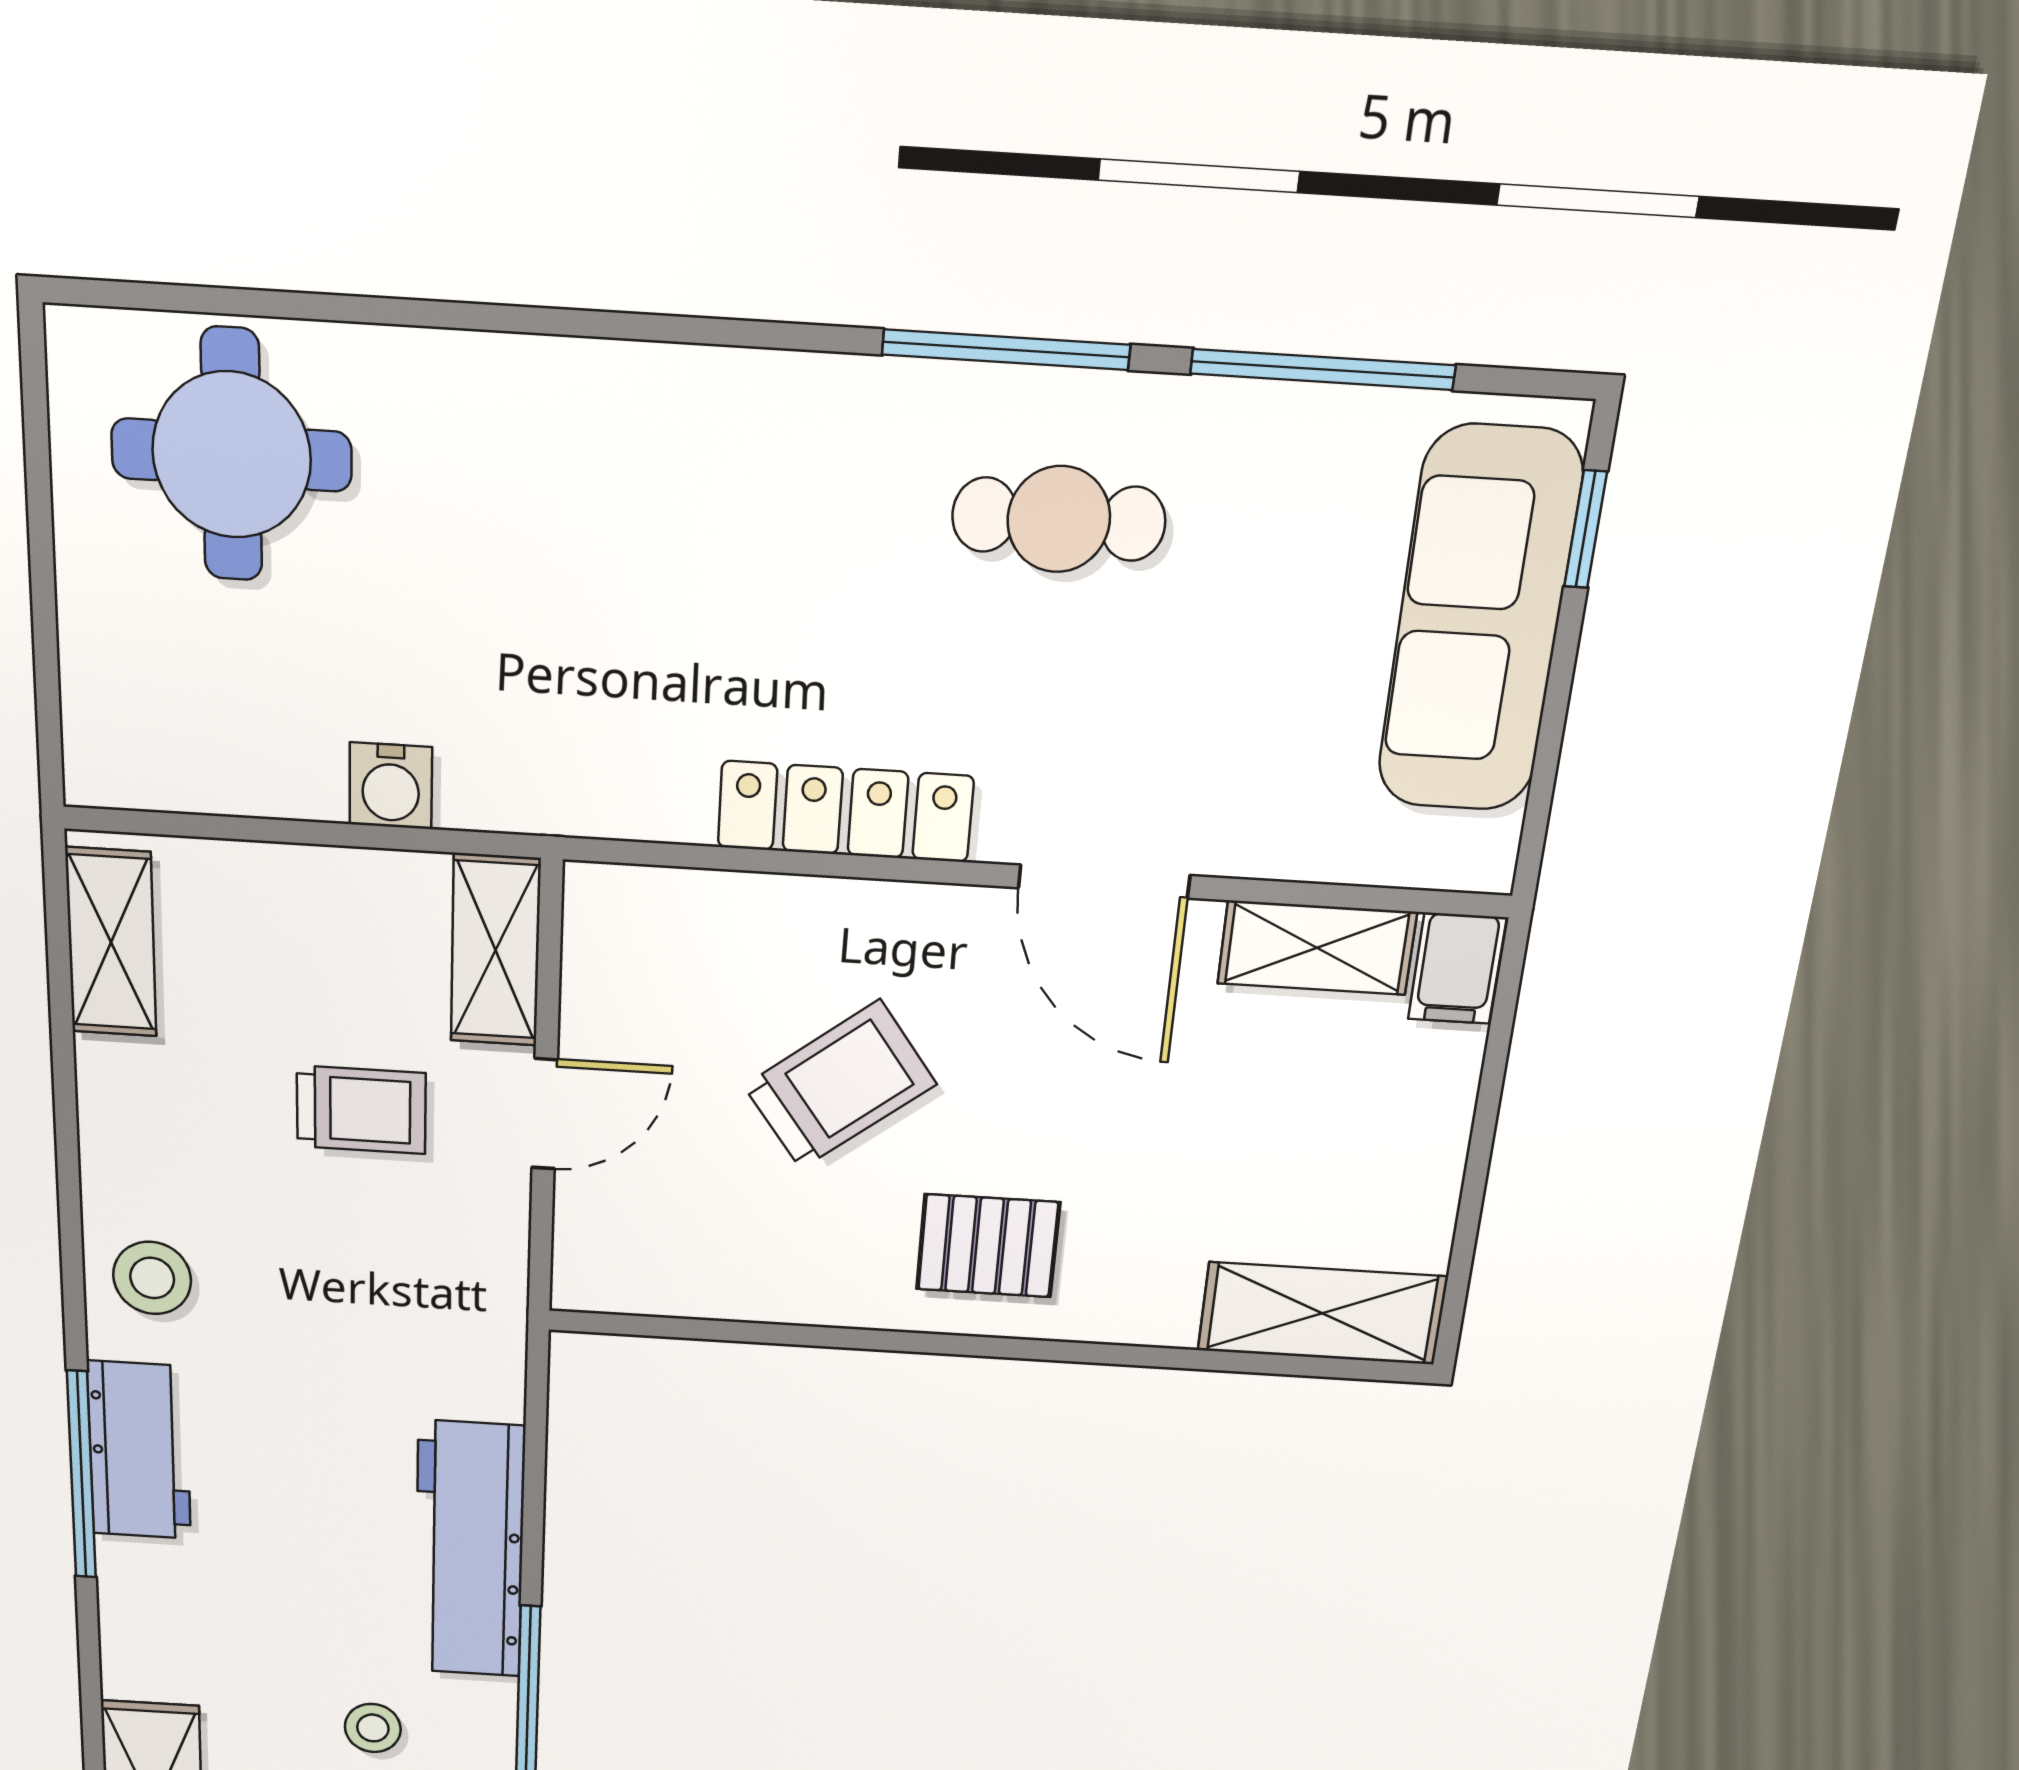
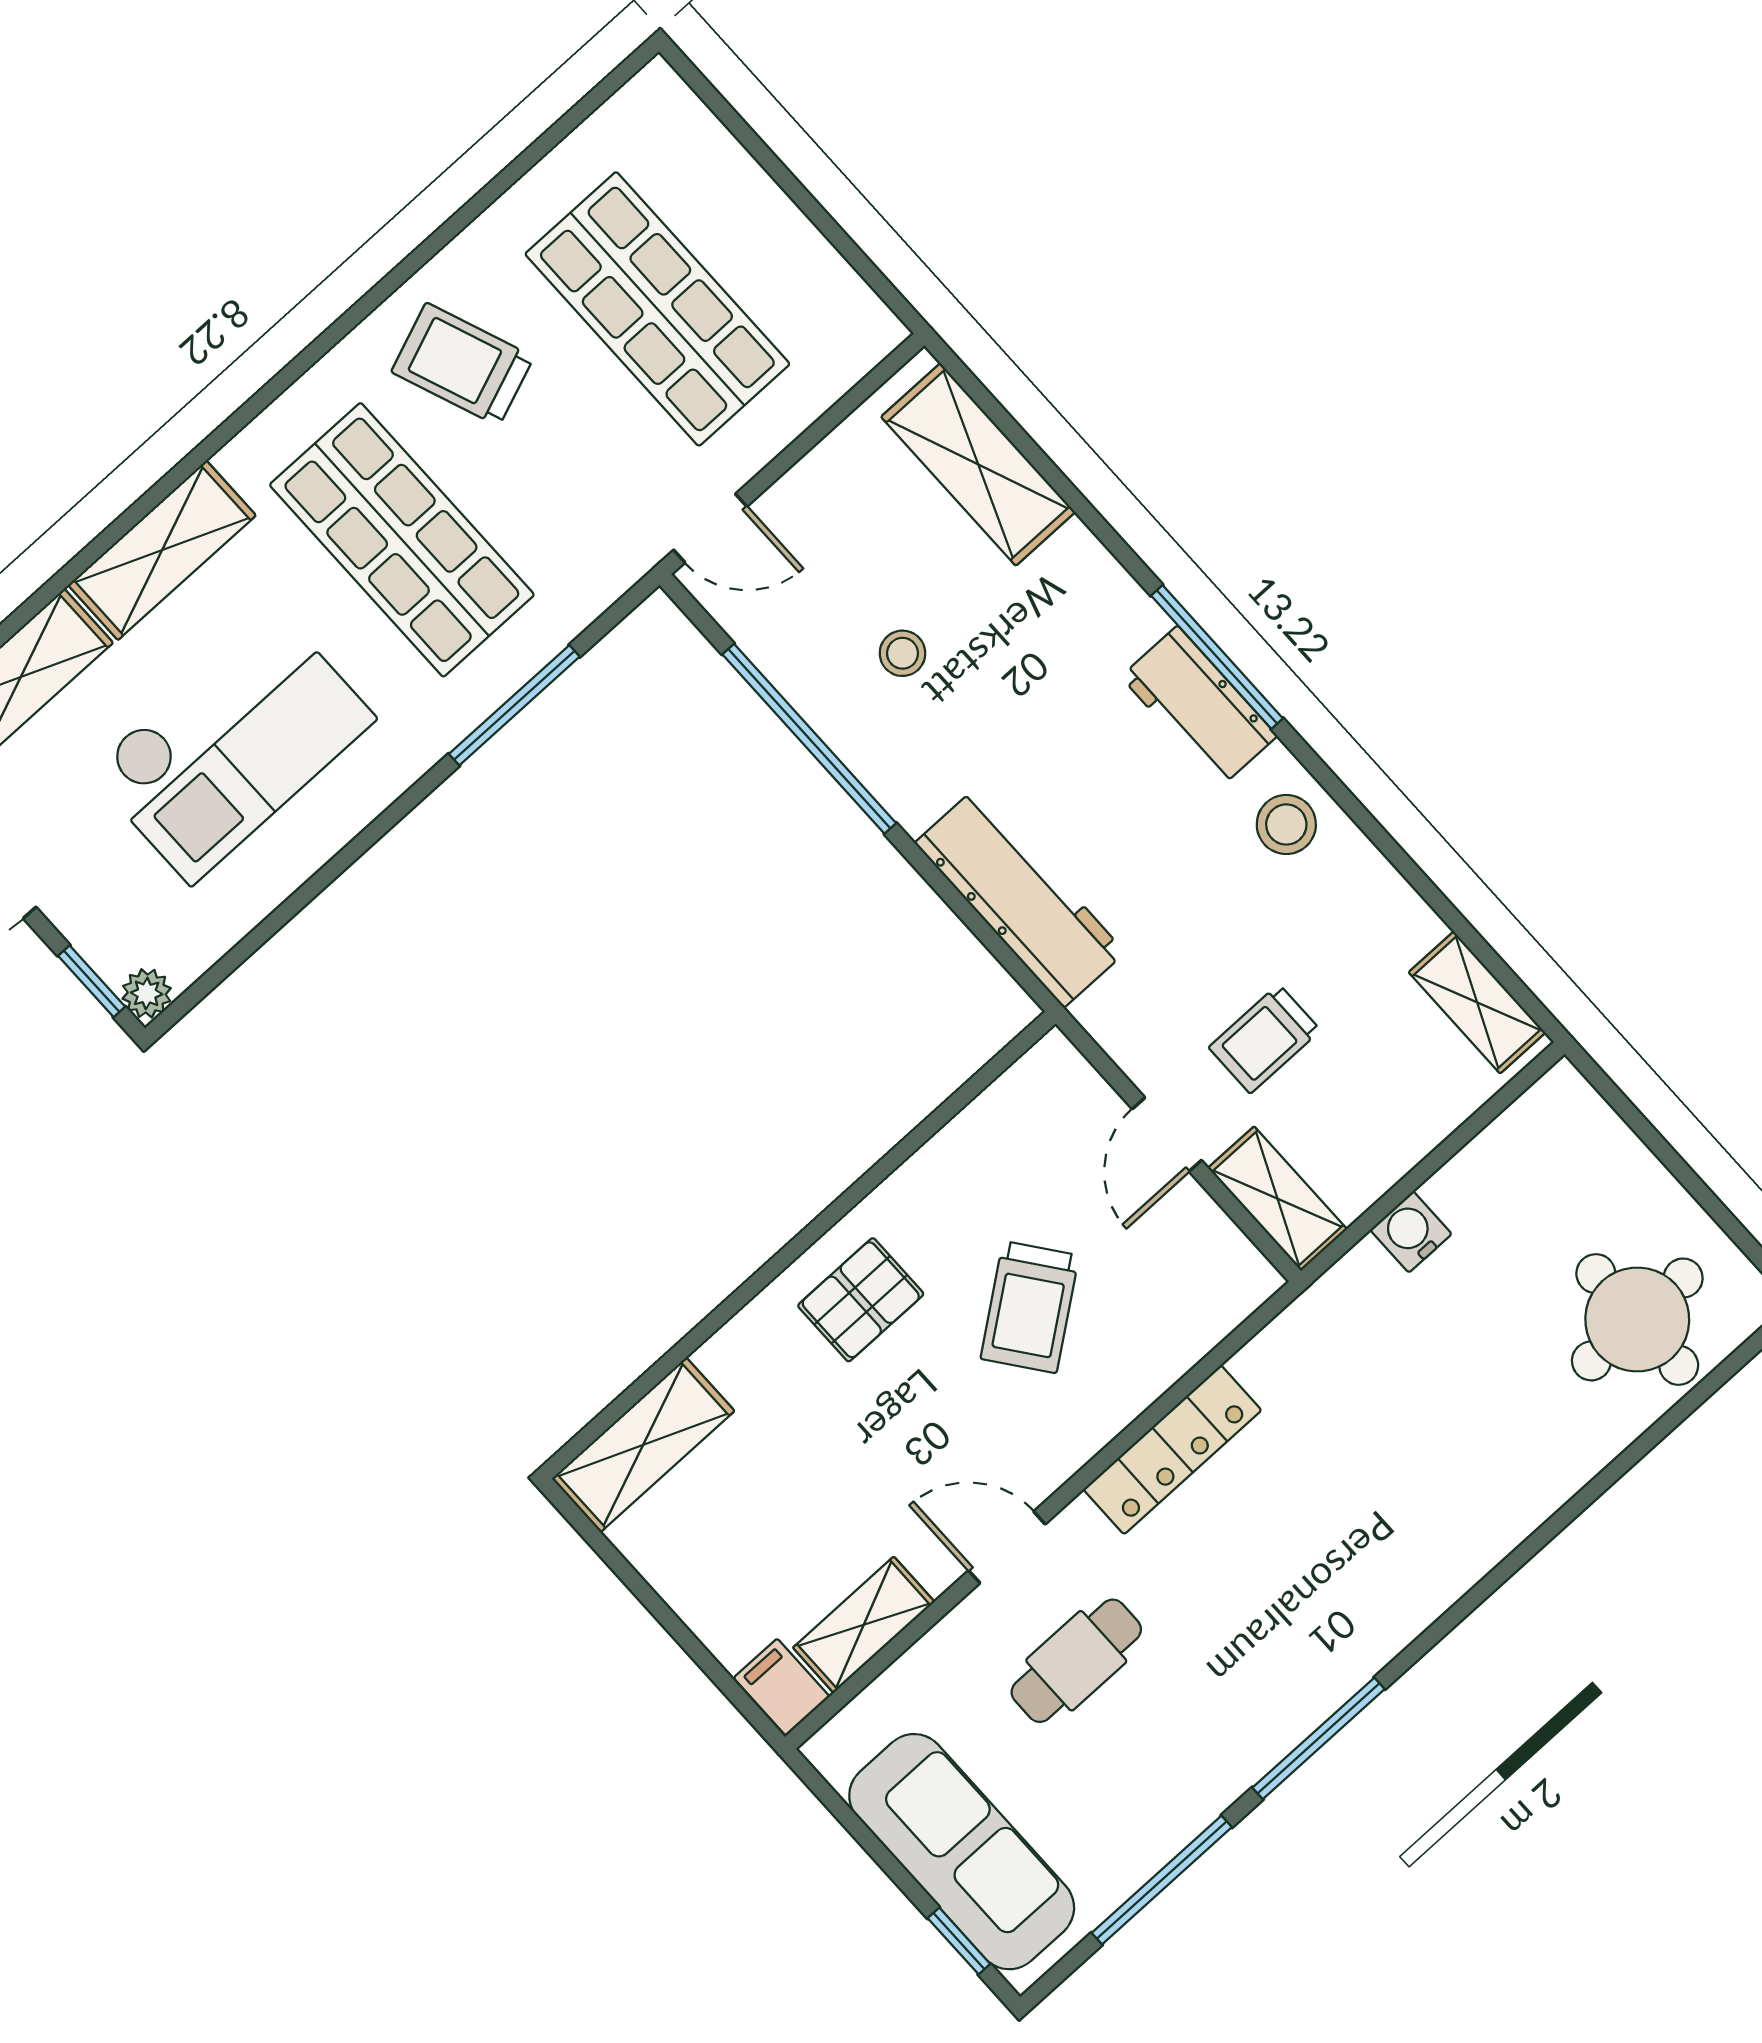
cafe table: (1059, 519) -> (1076, 1661), moved
door: (1104, 882) -> (1007, 1547), width x0.73
workbench: (470, 1550) -> (1020, 898), moved

